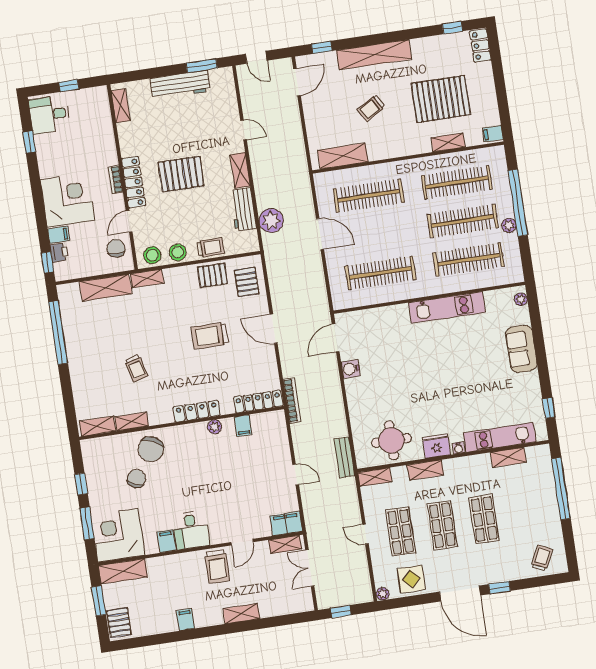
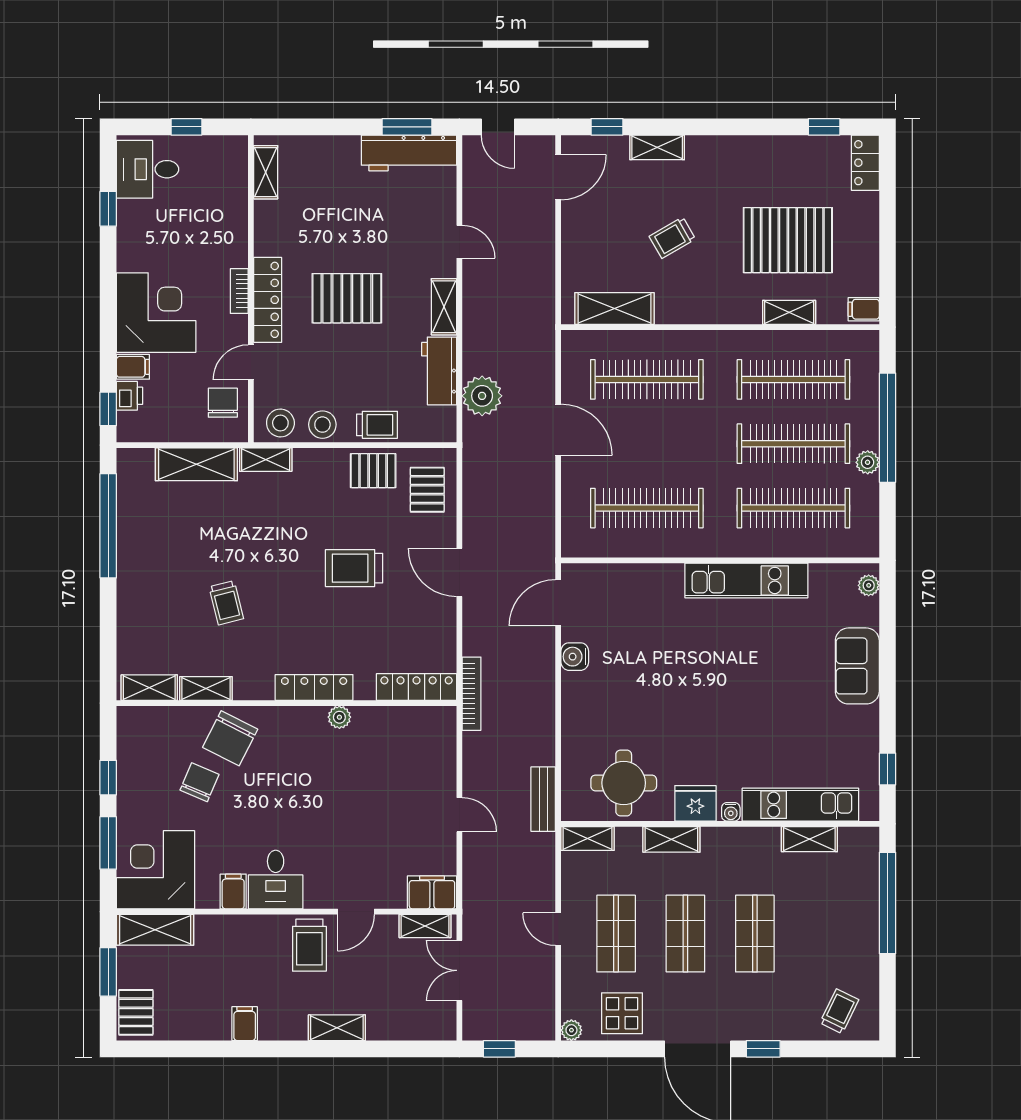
shelving: (374, 55) -> (657, 147), width x0.45, depth x0.75
workbench: (180, 85) -> (409, 153), moved
filing cabinet: (243, 426) -> (386, 722), removed

